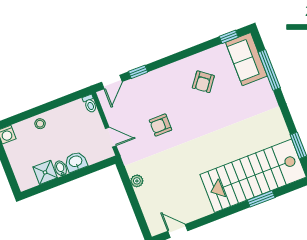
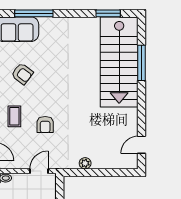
coffee table: (157, 91) -> (14, 116), added
window: (261, 199) -> (141, 63), width x1.44

